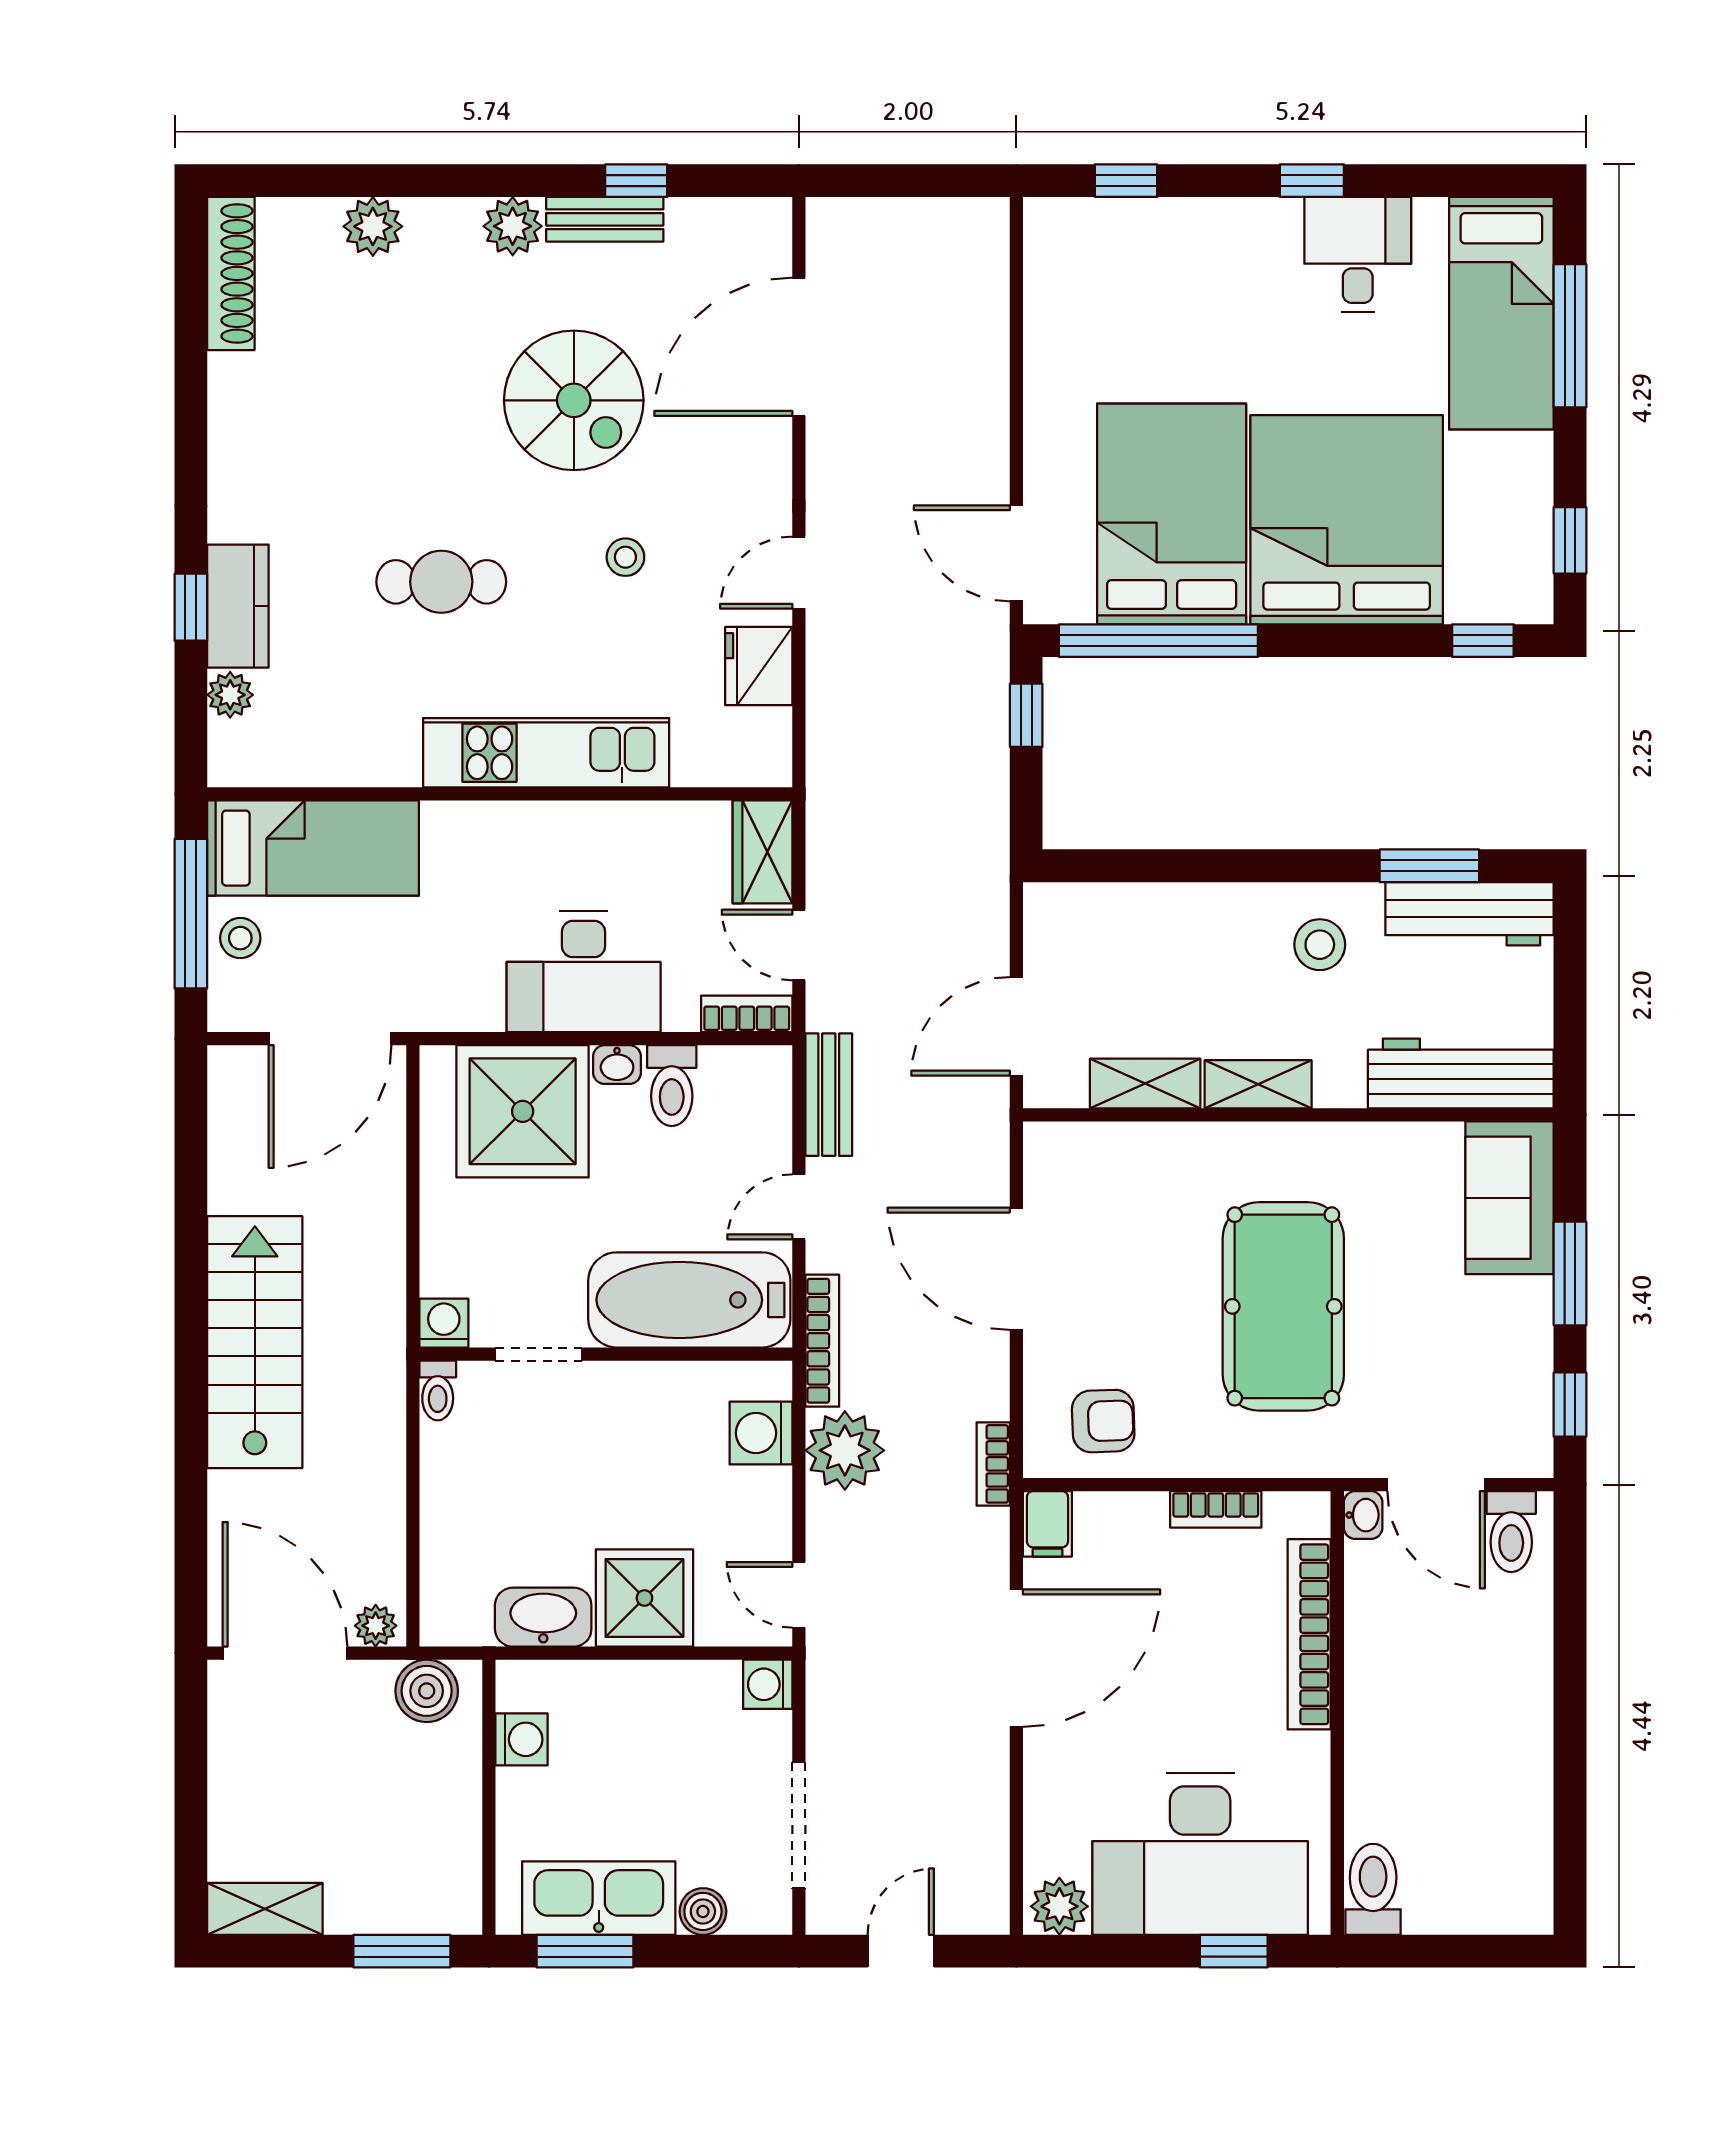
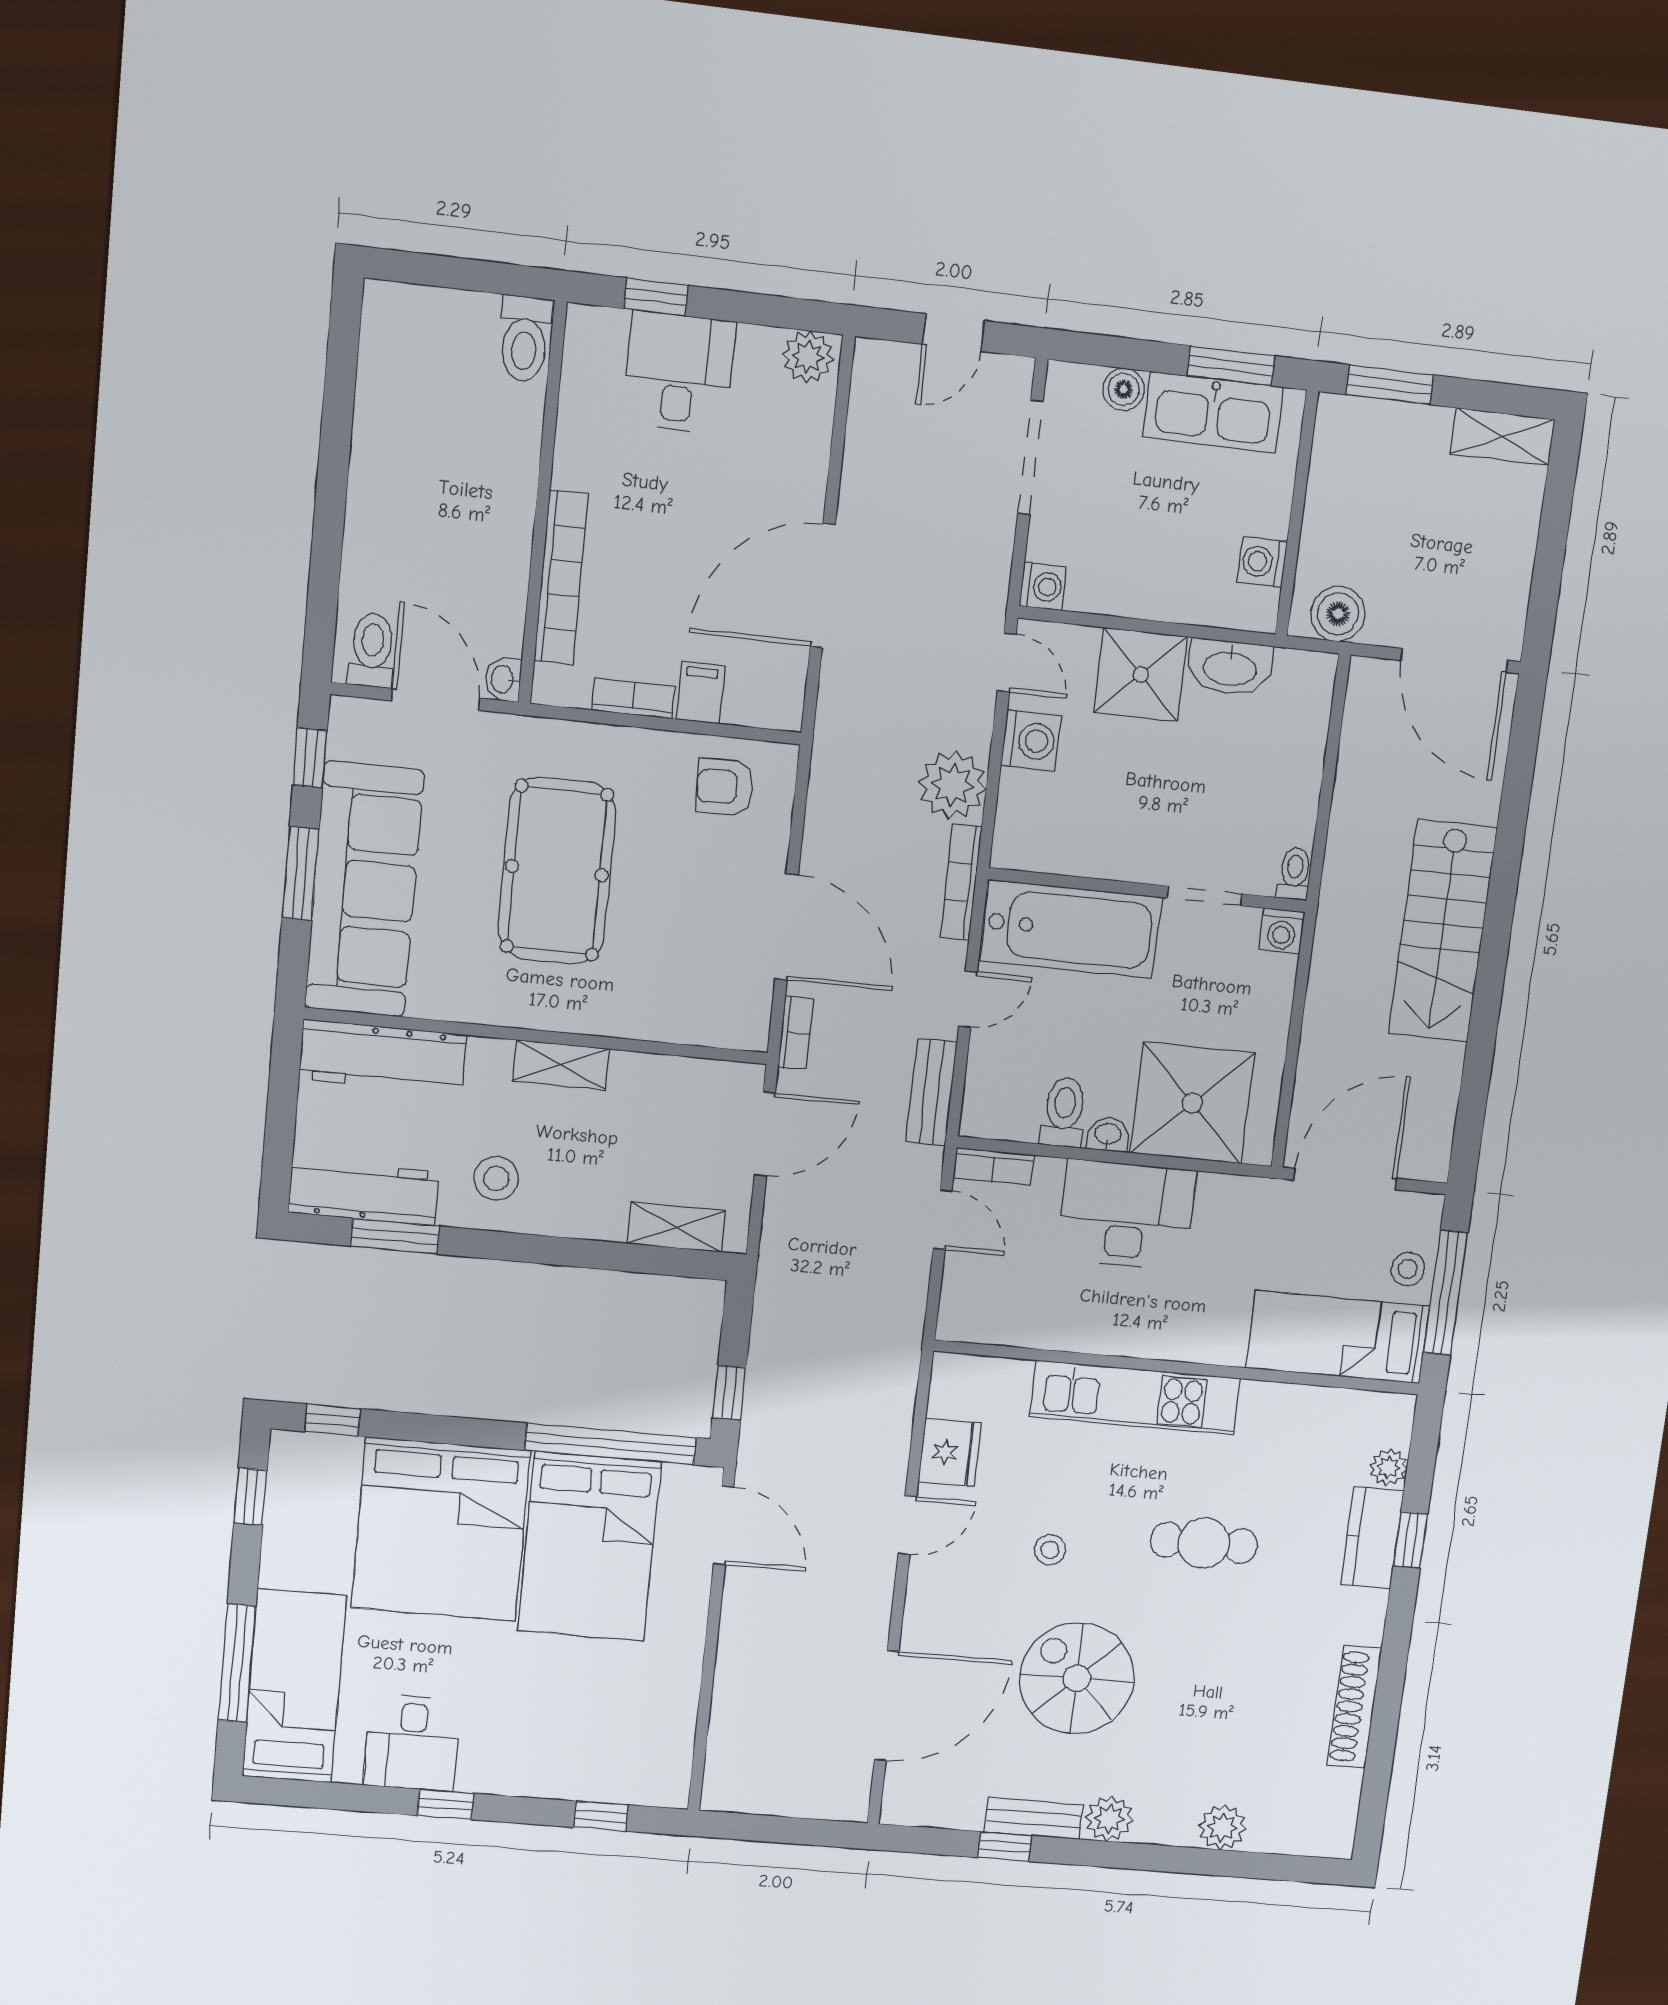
shoe rack: (231, 273) -> (1354, 1707), moved
wardrobe: (763, 852) -> (964, 1300), removed
shelving: (1145, 1083) -> (676, 1227), moved
sofa: (1509, 1198) -> (364, 890), width x1.85, depth x1.27
washing machine: (761, 1433) -> (1031, 741), moved
bookcase: (993, 1464) -> (796, 1033), moved
filing cabinet: (1047, 1524) -> (700, 693), moved
plant: (376, 1626) -> (1374, 676), removed
desk: (1200, 1854) -> (679, 373), width x0.53, depth x0.77

